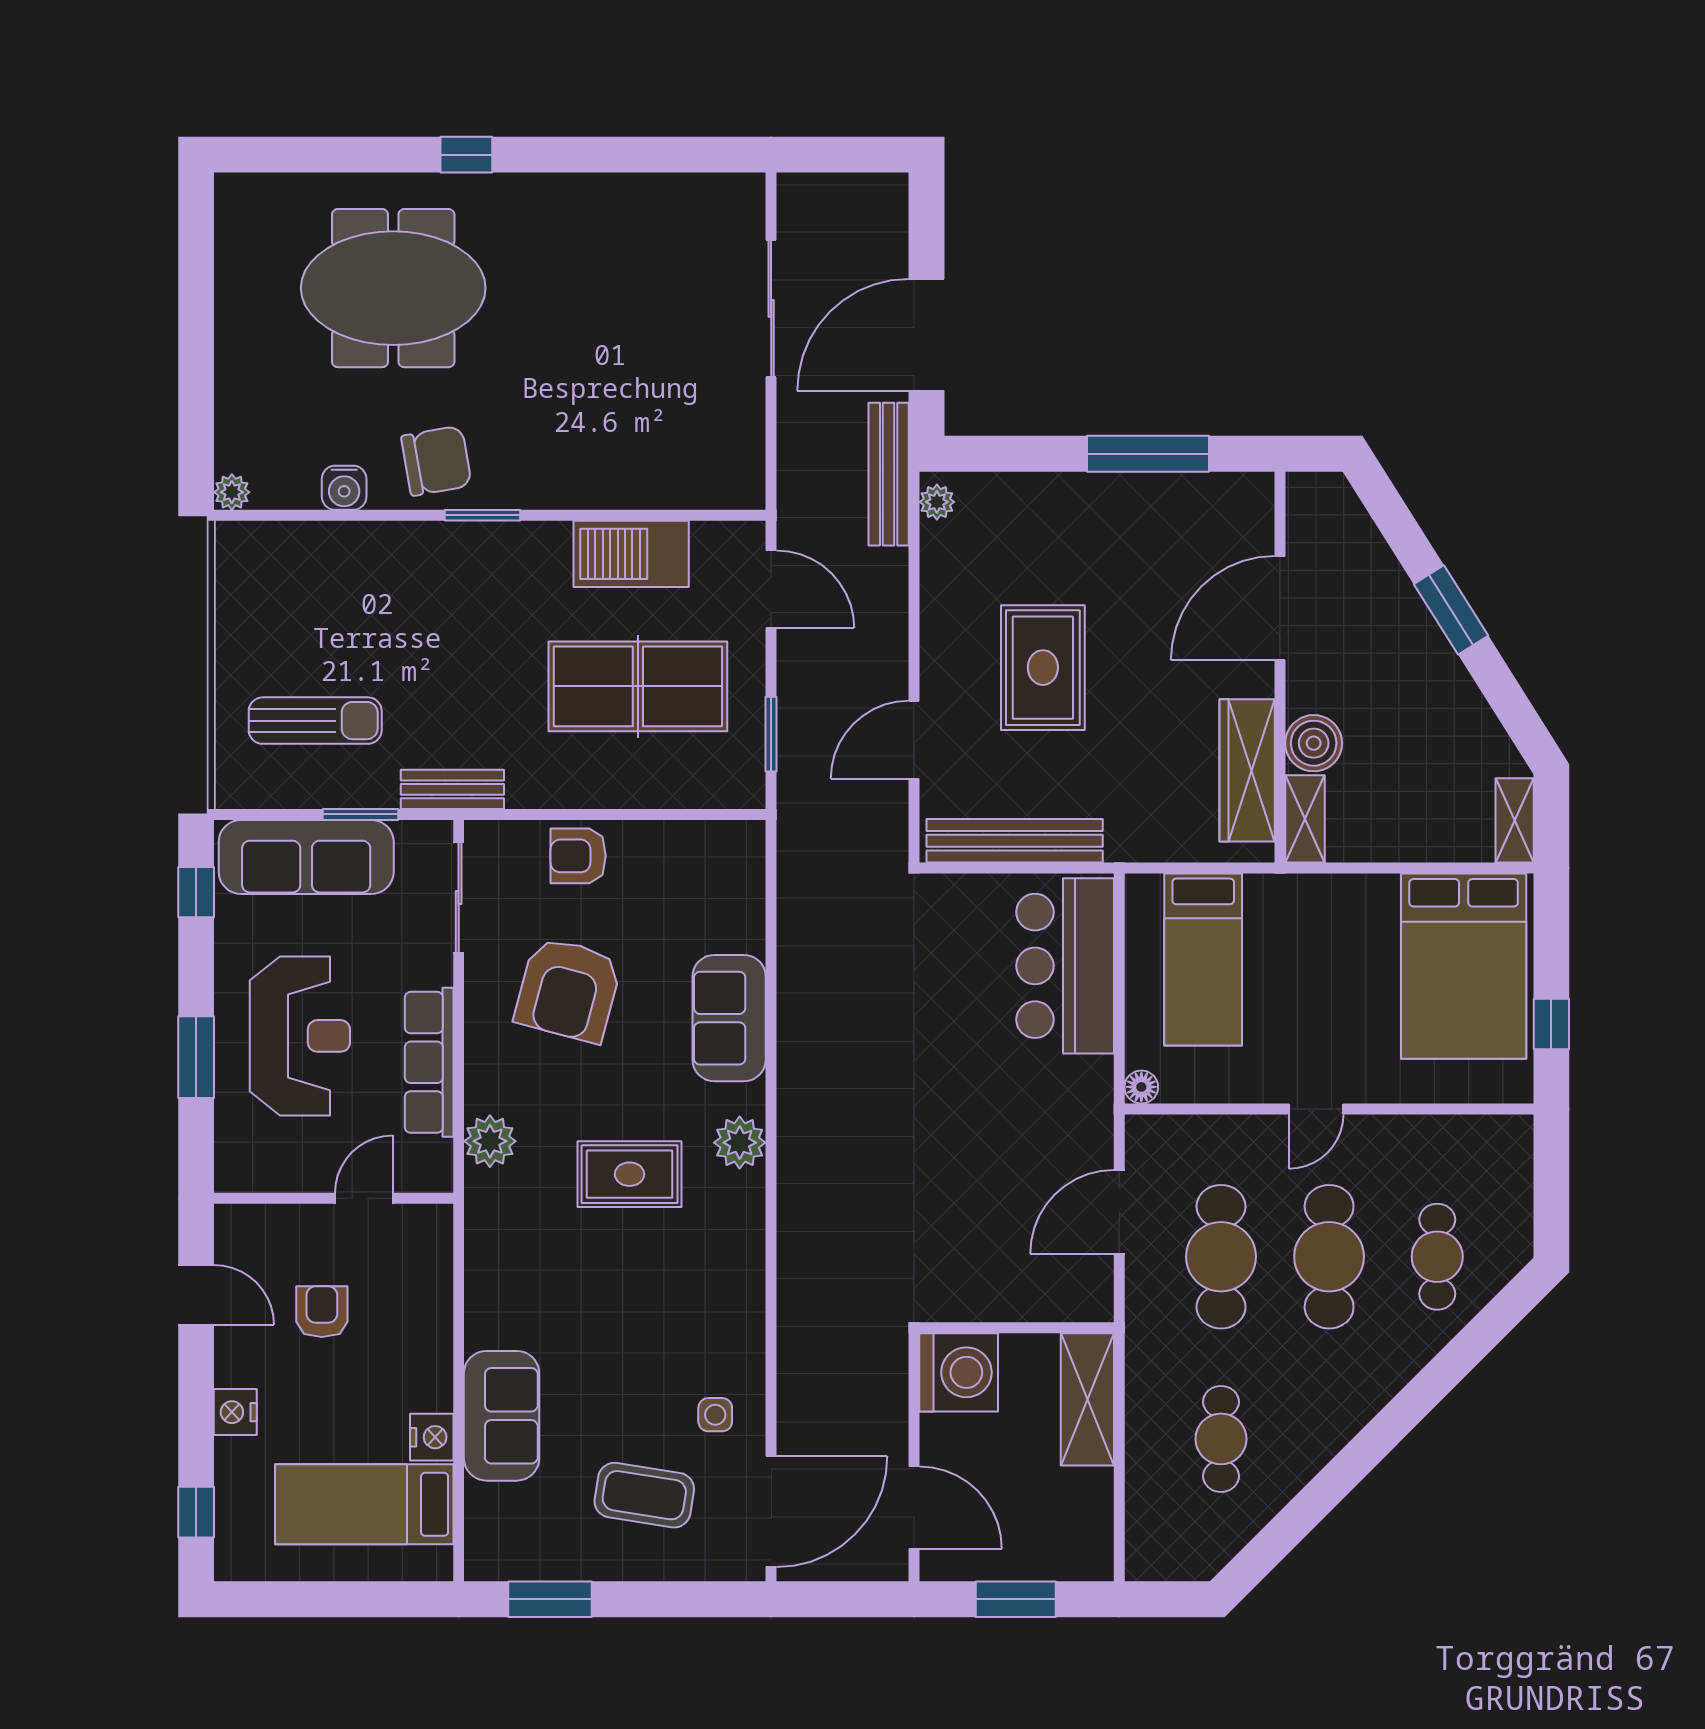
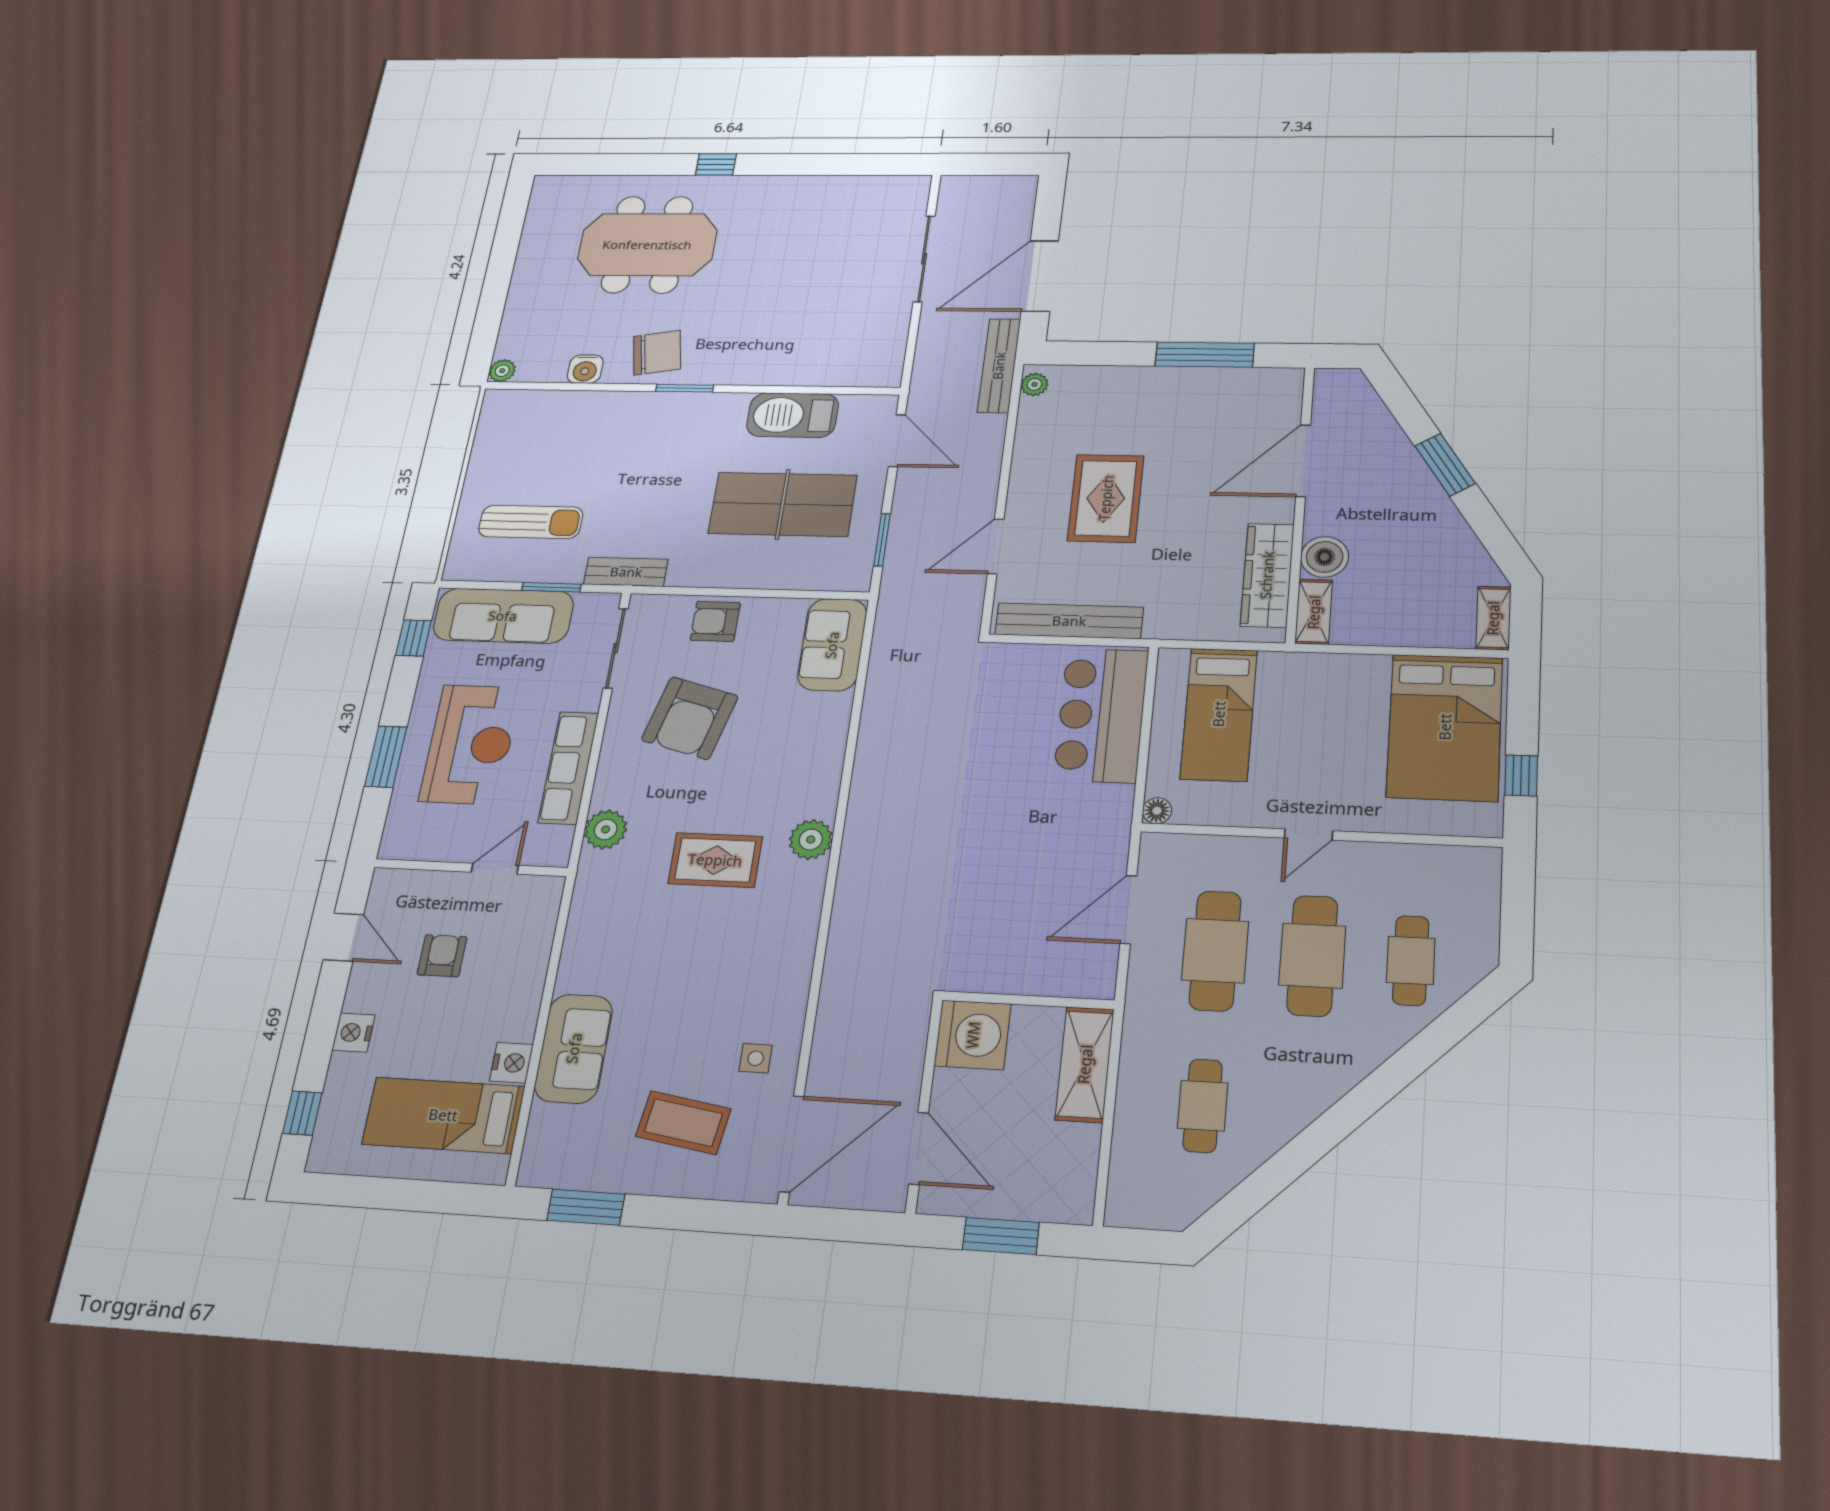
sofa: (729, 1018) -> (832, 645), moved

